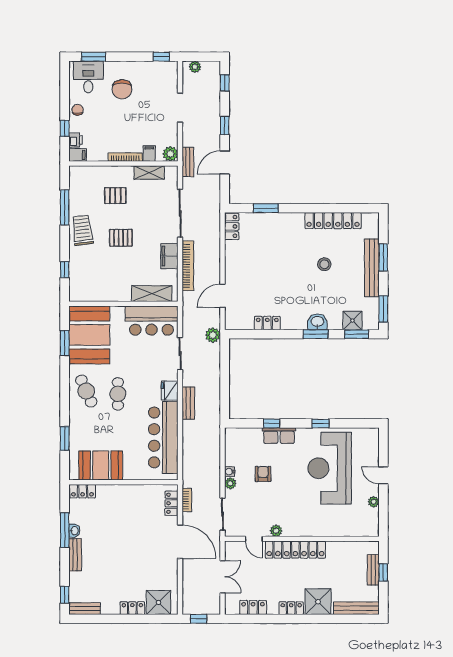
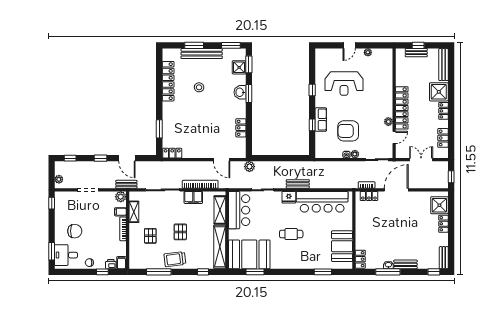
shelving: (100, 293) -> (220, 247), added
cafe table: (86, 391) -> (289, 256), removed
reception desk: (330, 468) -> (344, 84), width x0.74, depth x0.77
armchair: (263, 474) -> (348, 131), width x1.88, depth x1.88

